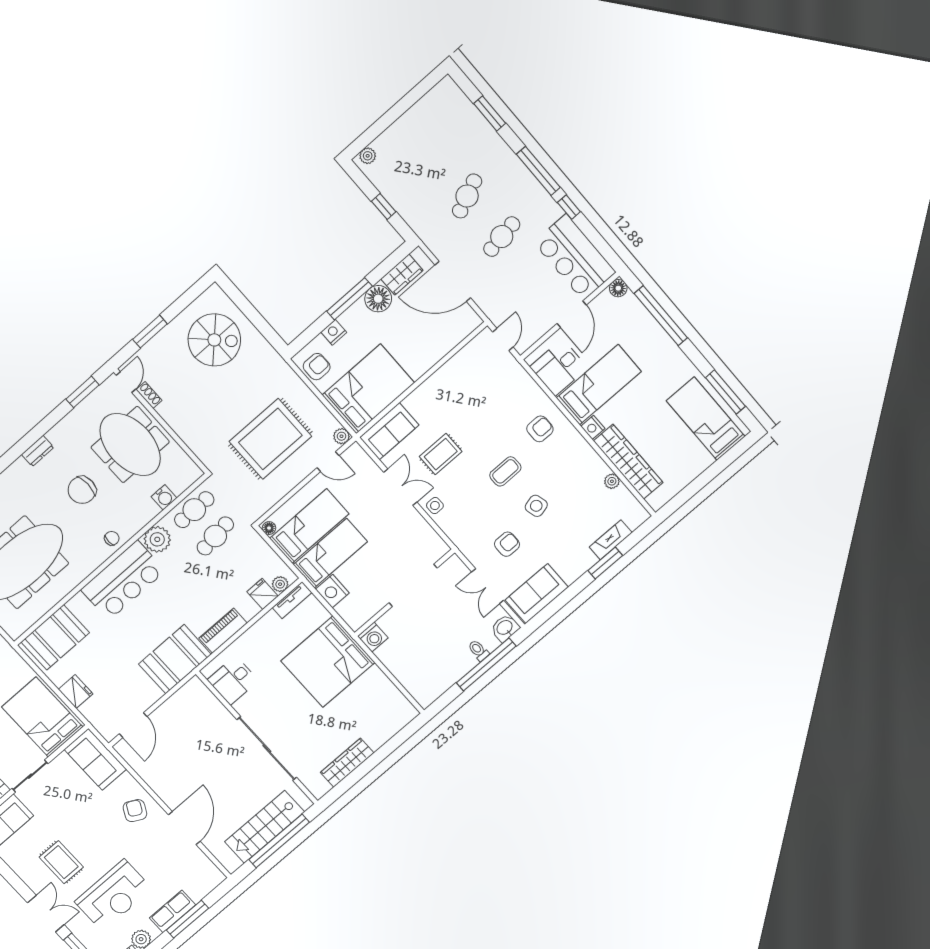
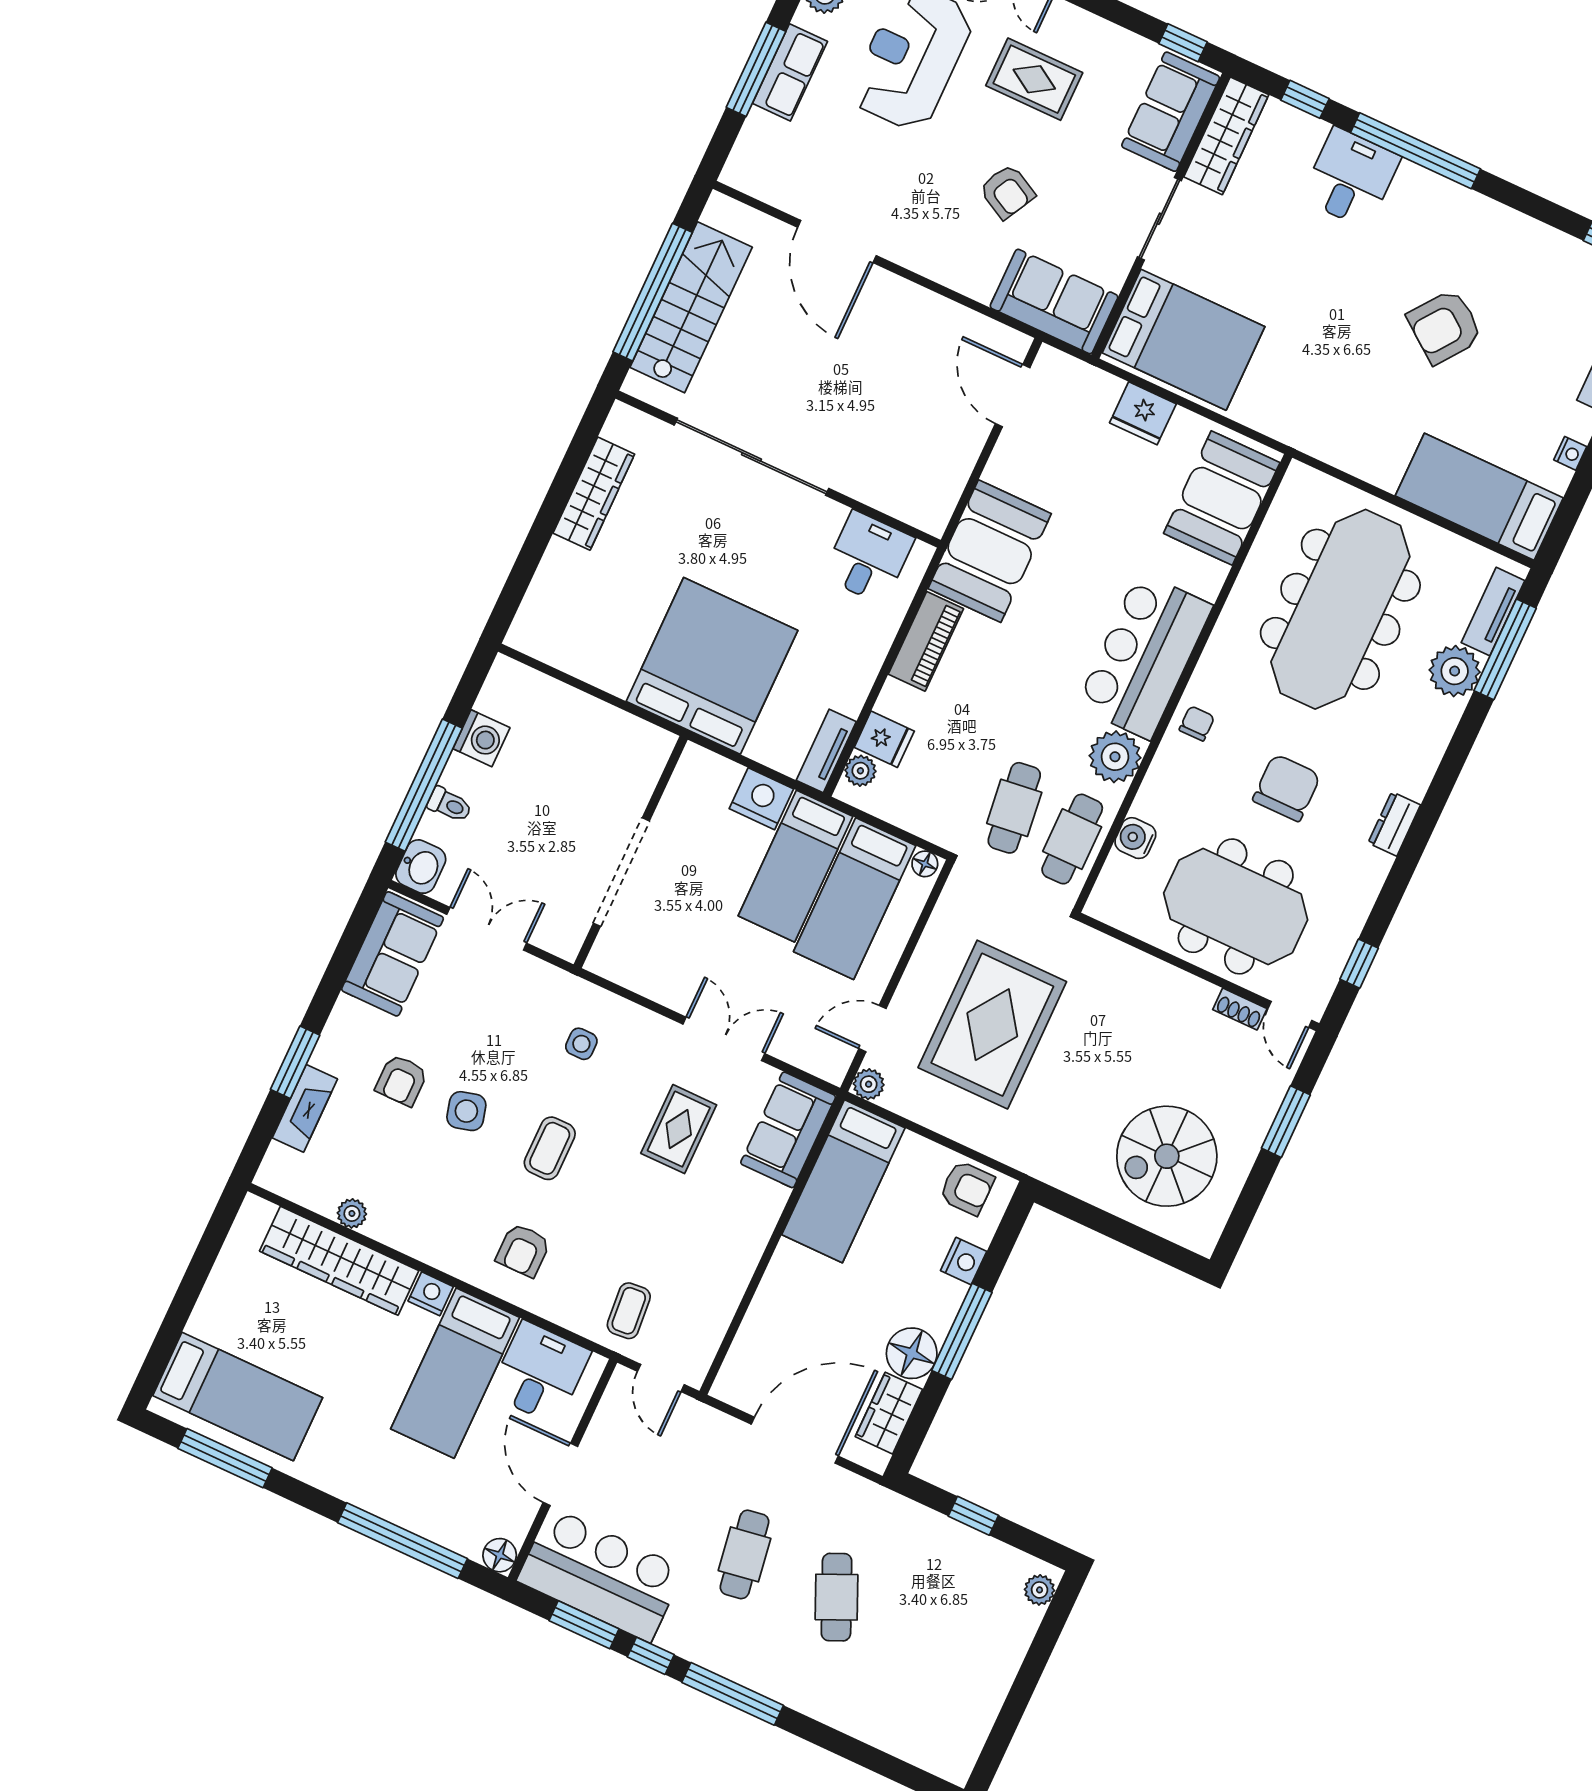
window: (490, 113) -> (584, 1625), moved
armchair: (317, 367) -> (967, 1188), turned -90
coffee table: (503, 378) -> (629, 1311), added
bed: (368, 389) -> (843, 1181), width x0.67
window: (82, 392) -> (1359, 964), width x0.67
double door: (400, 487) -> (724, 1039), swing flipped
side table: (435, 506) -> (581, 1044), moved
chair: (112, 538) -> (1197, 723), turned 180
armchair: (507, 544) -> (402, 1080), moved
washing machine: (373, 637) -> (481, 738), moved, turned 180
armchair: (135, 811) -> (1007, 192), moved

